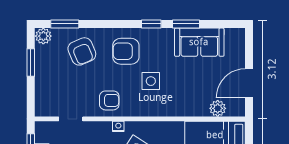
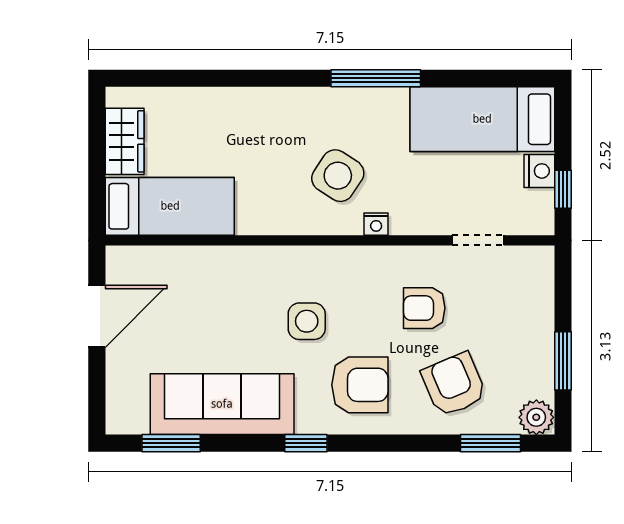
window: (186, 24) -> (171, 443), moved
sofa: (199, 42) -> (222, 404), width x1.36
armchair: (109, 100) -> (424, 308), moved
plant: (218, 108) -> (164, 263), removed

